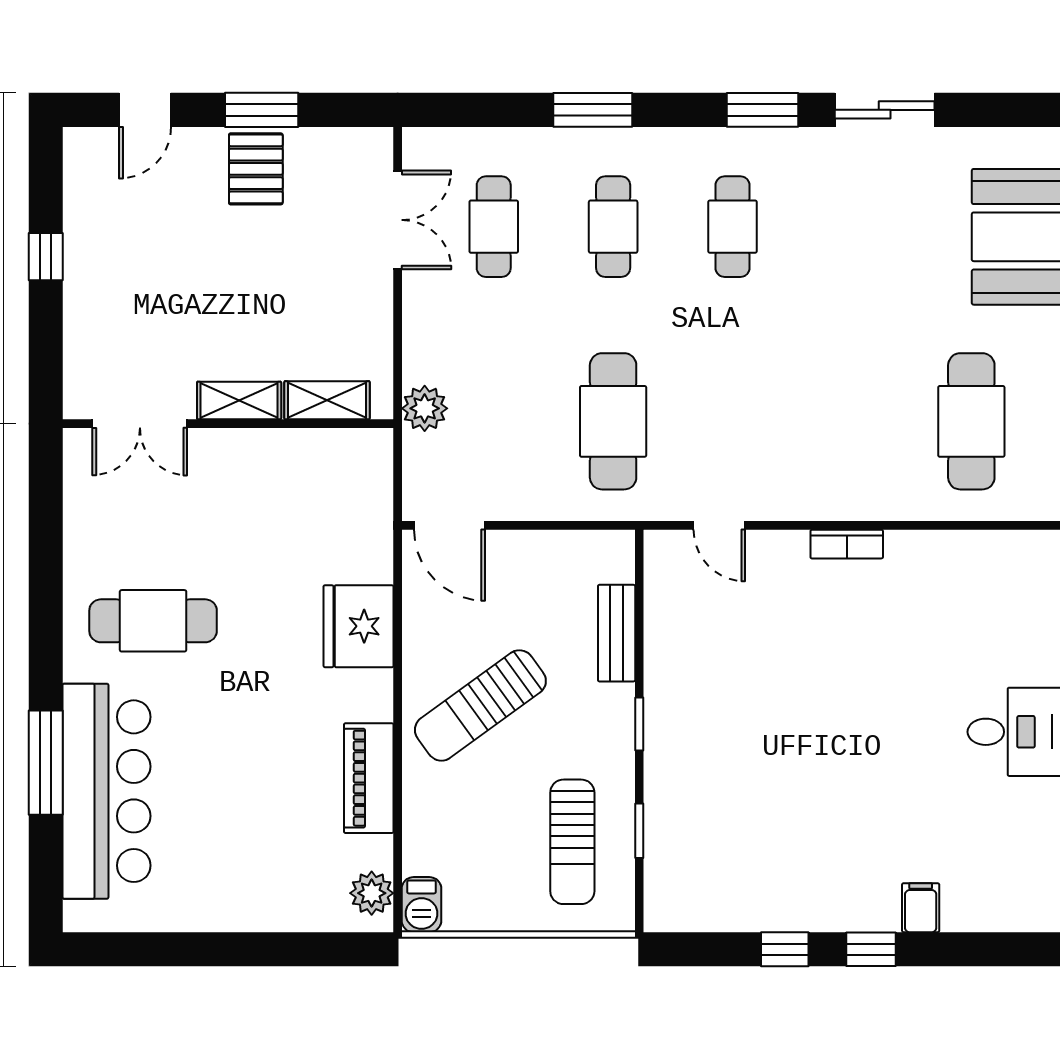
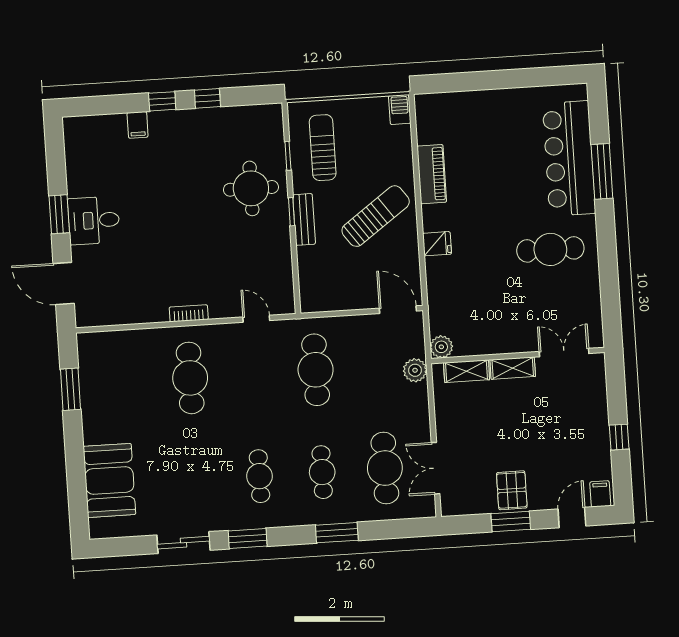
filing cabinet: (88, 151) -> (600, 494), added
cafe table: (494, 227) -> (385, 468), width x1.37, depth x1.35
cafe table: (971, 421) -> (190, 378), moved
fridge: (358, 626) -> (437, 244), width x0.53, depth x0.75
bench: (617, 633) -> (304, 219), moved
round table: (713, 773) -> (251, 188), added
plant: (372, 893) -> (441, 347), moved

